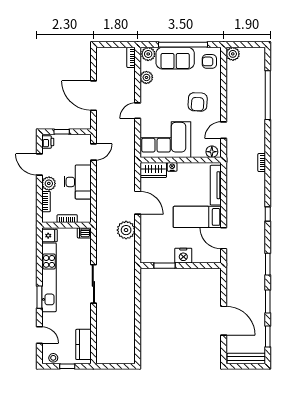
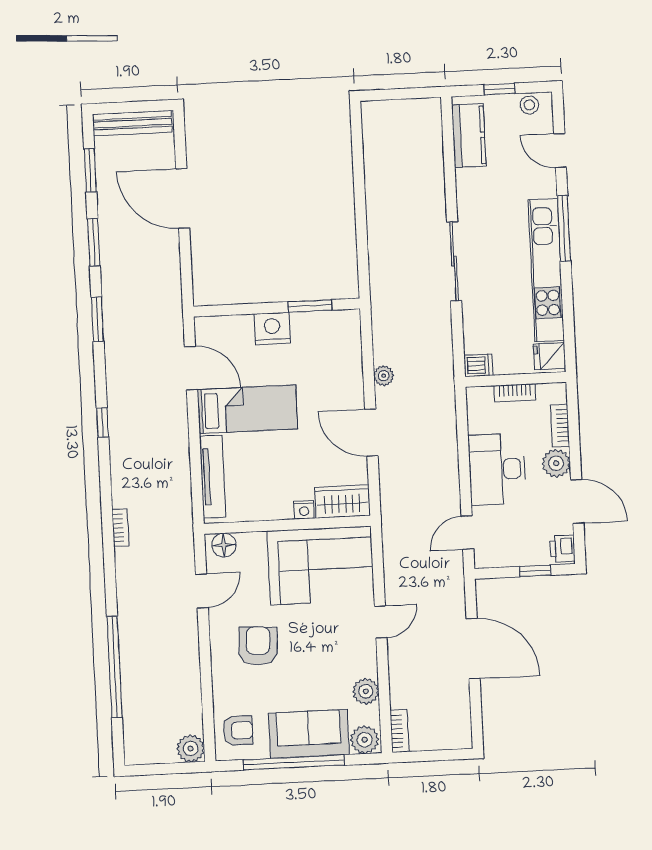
plant: (126, 230) -> (384, 376), width x0.53, depth x0.53
window: (39, 297) -> (564, 228), width x1.44

